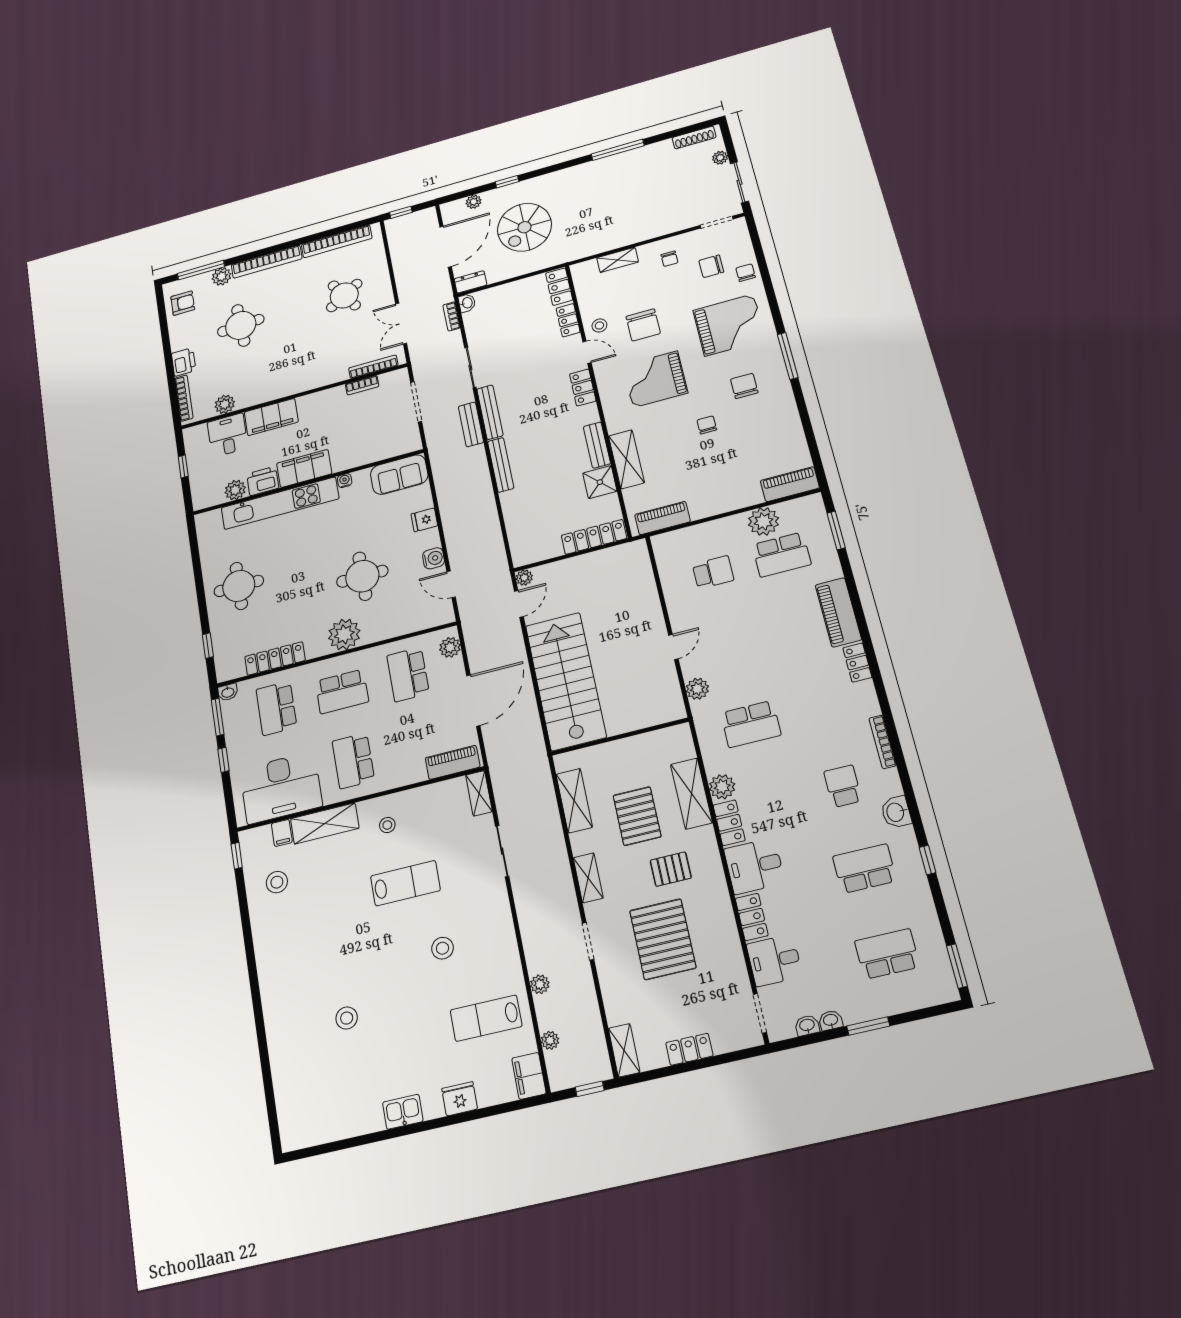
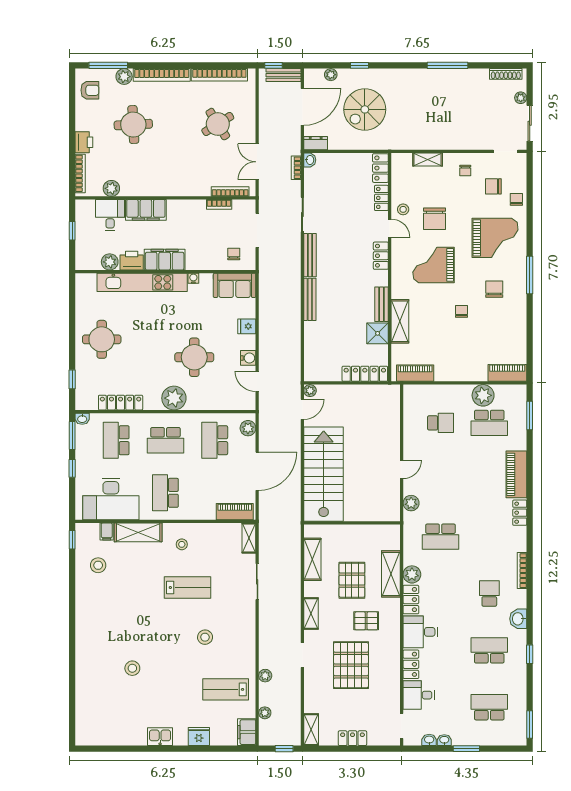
bench: (471, 424) -> (284, 75), moved, turned 90
chair: (391, 438) -> (234, 254), added

